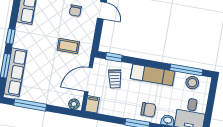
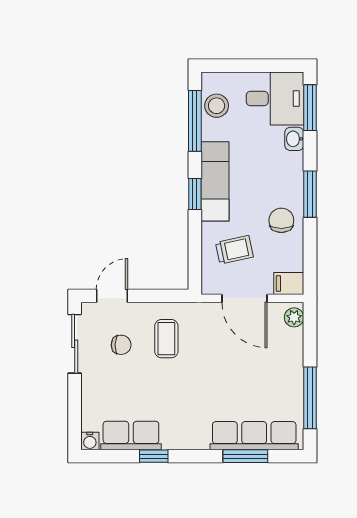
window: (11, 36) -> (154, 456), moved
coffee table: (68, 46) -> (166, 339), moved
window: (114, 57) -> (195, 194), moved
chair: (148, 110) -> (281, 220), moved

